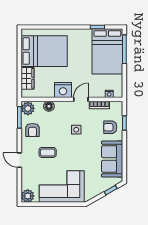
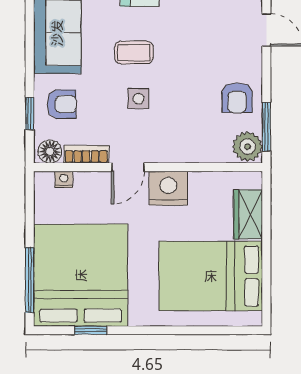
bed: (107, 51) -> (81, 275), width x1.36
floor lamp: (49, 106) -> (50, 151), moved
armchair: (32, 130) -> (237, 98), turned 180
coffee table: (48, 152) -> (134, 53), moved

